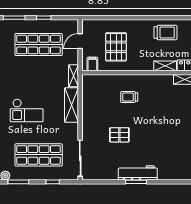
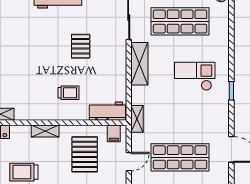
shelving: (165, 66) -> (45, 131), moved
workbench: (98, 82) -> (107, 111), added
shelving: (72, 105) -> (139, 64), moved
pallet: (119, 135) -> (81, 46), turned 90

